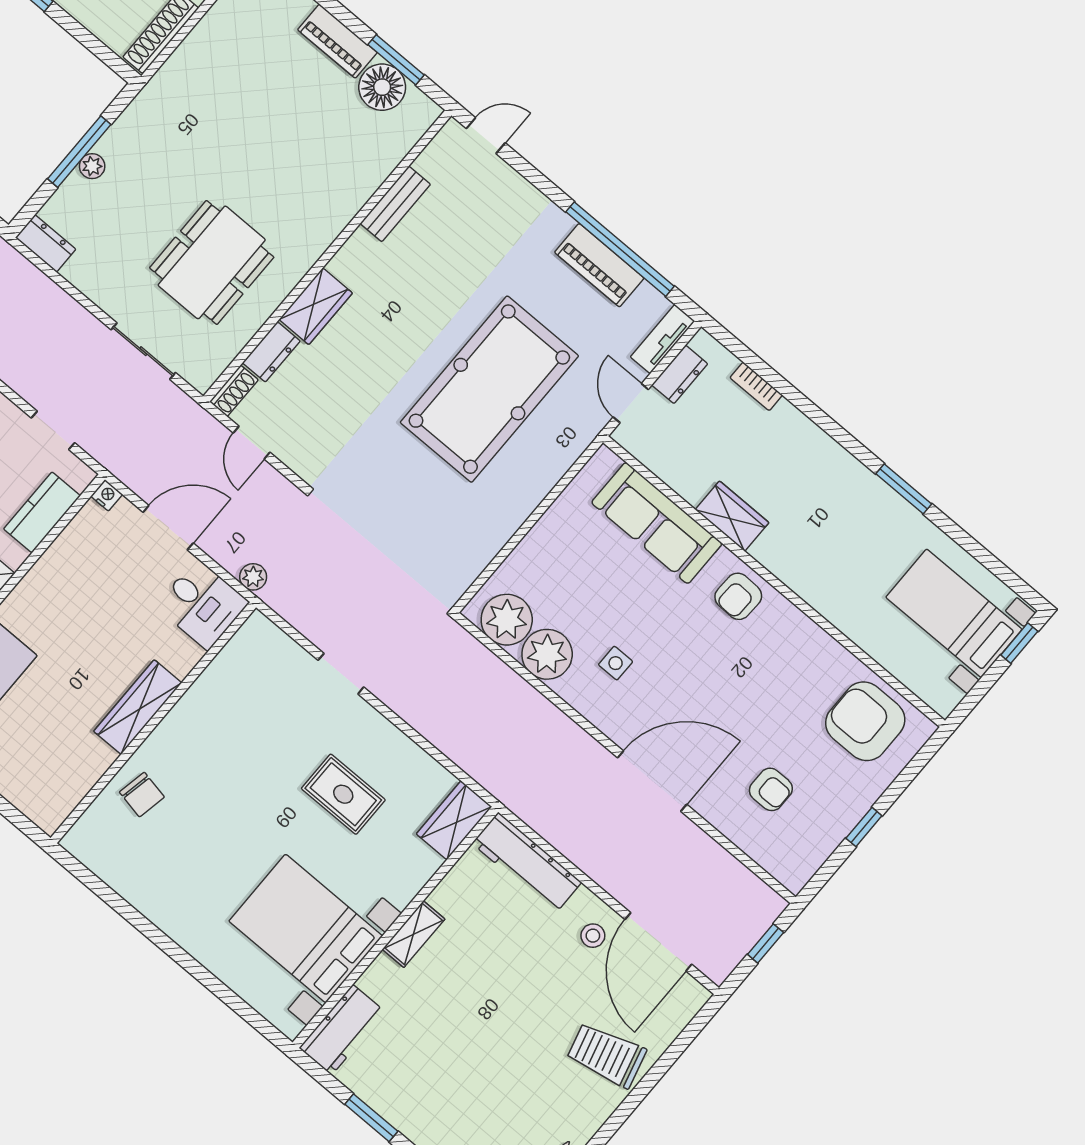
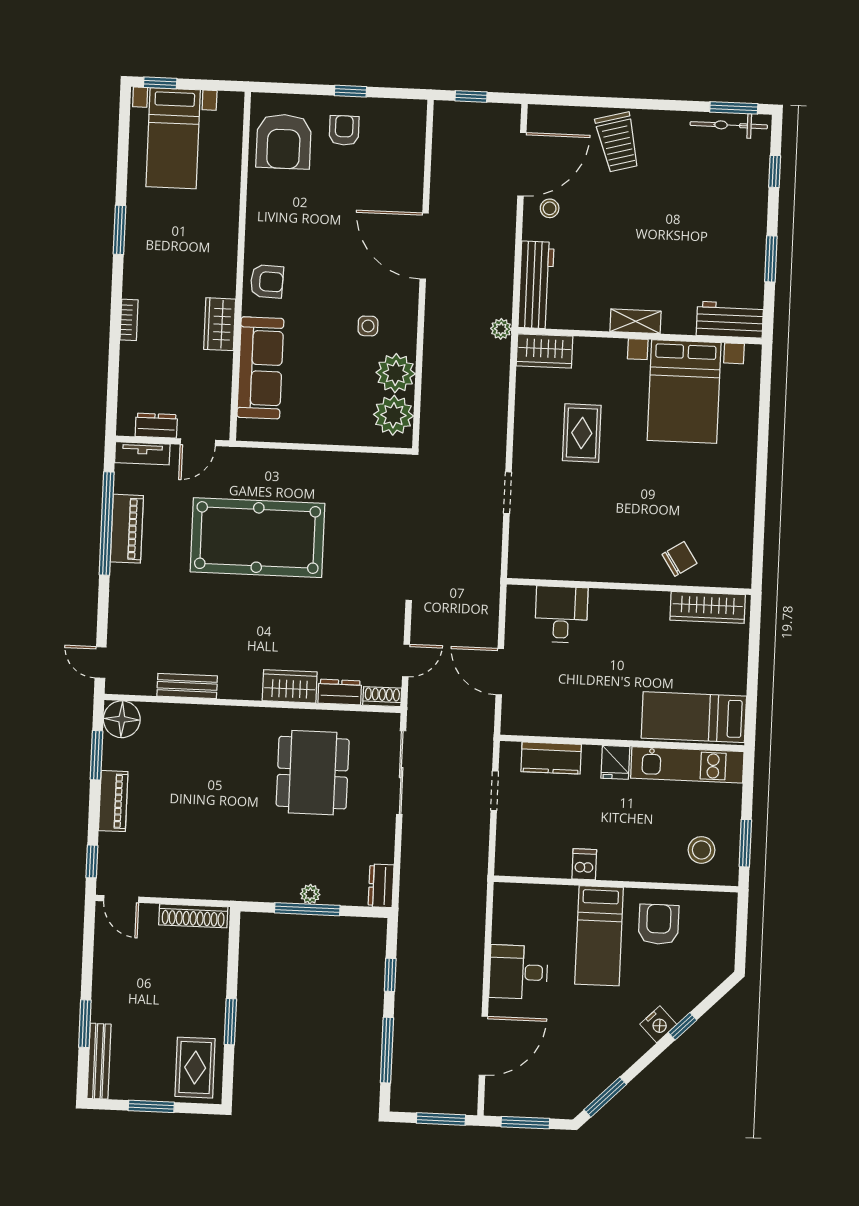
floor lamp: (382, 87) -> (122, 719), moved
dining table: (212, 262) -> (313, 773), turned 90
sliding door: (143, 351) -> (401, 773), width x1.37
bookcase: (756, 386) -> (129, 320), moved
nightstand: (107, 495) -> (509, 726), removed
plant: (253, 577) -> (501, 329), moved
desk: (202, 604) -> (561, 614), moved
wardrobe: (138, 707) -> (708, 607), moved
armchair: (771, 789) -> (344, 130), moved
chair: (142, 795) -> (679, 559), turned 46

